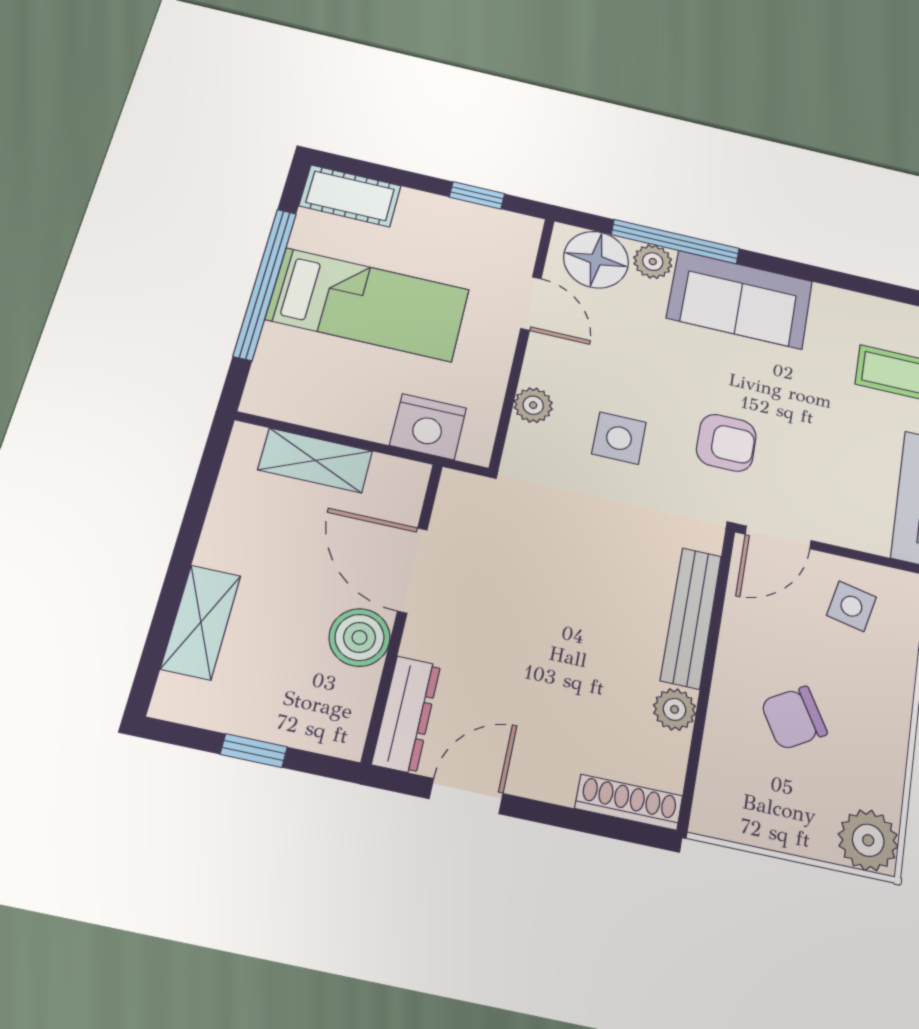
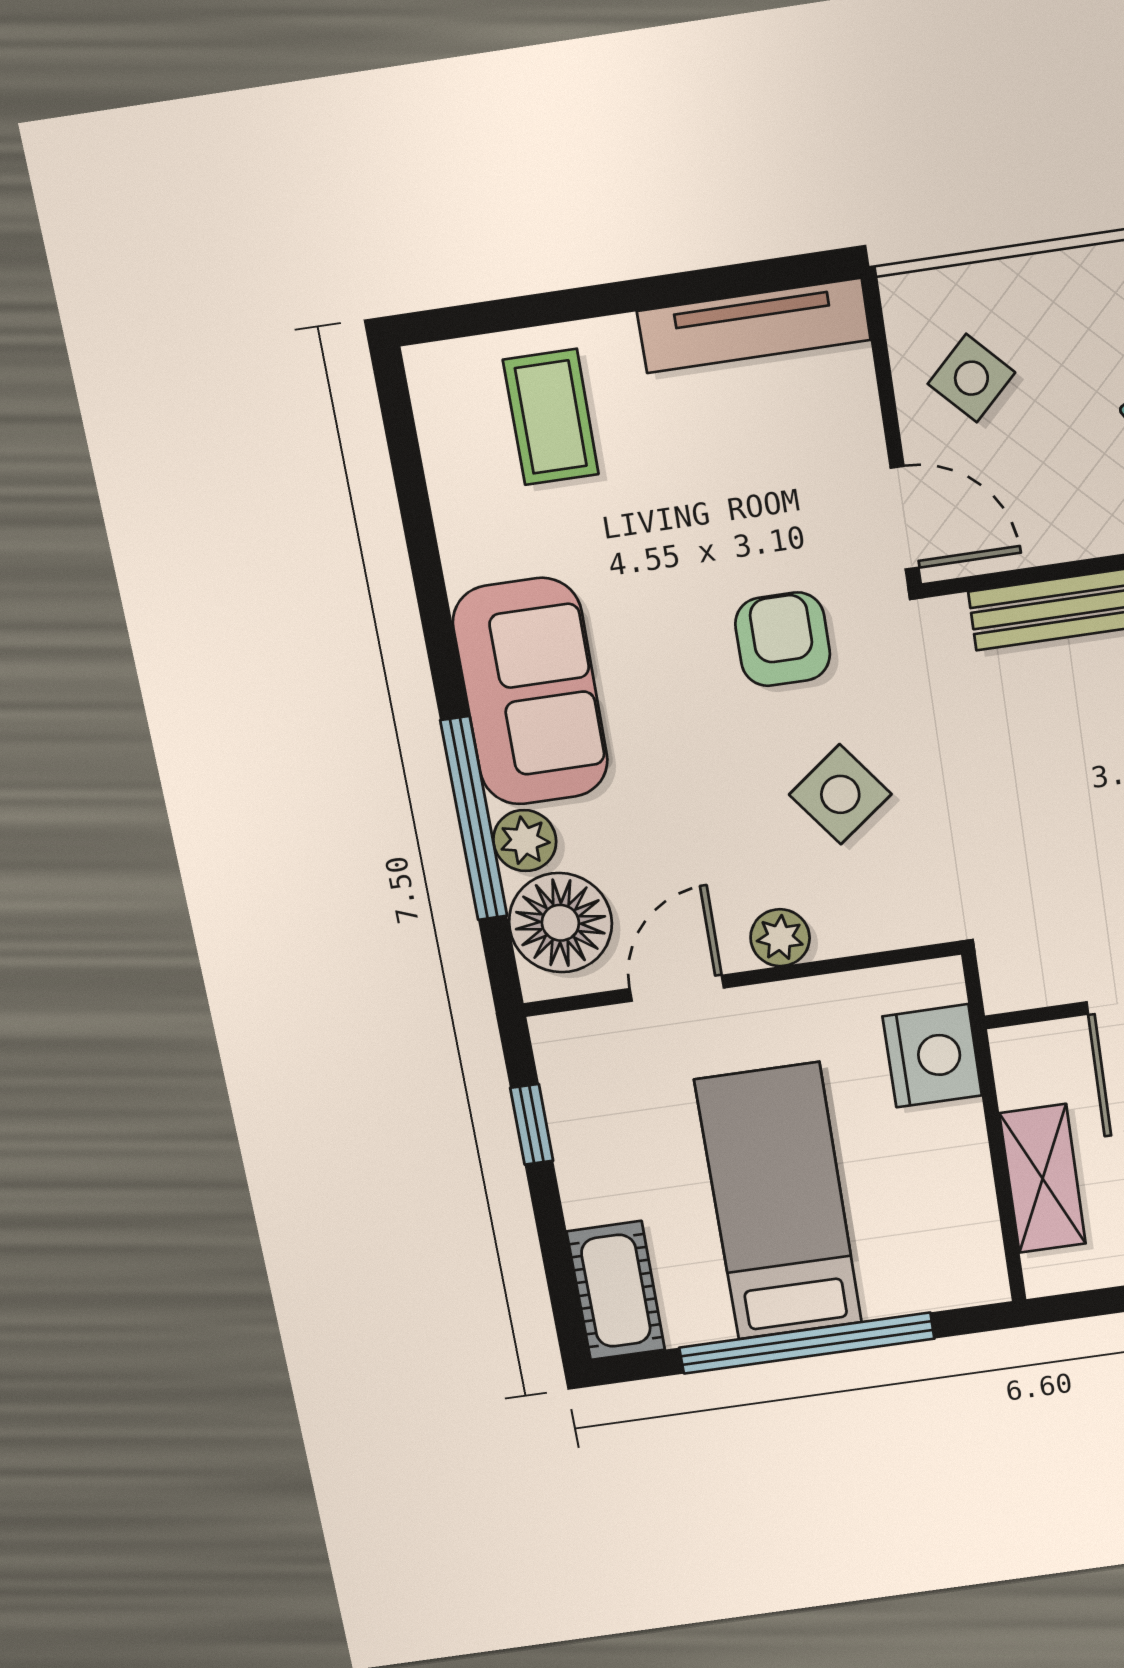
plant: (533, 405) -> (780, 938), moved
side table: (619, 438) -> (840, 794), turned -37
side table: (851, 606) -> (971, 378), turned 34

